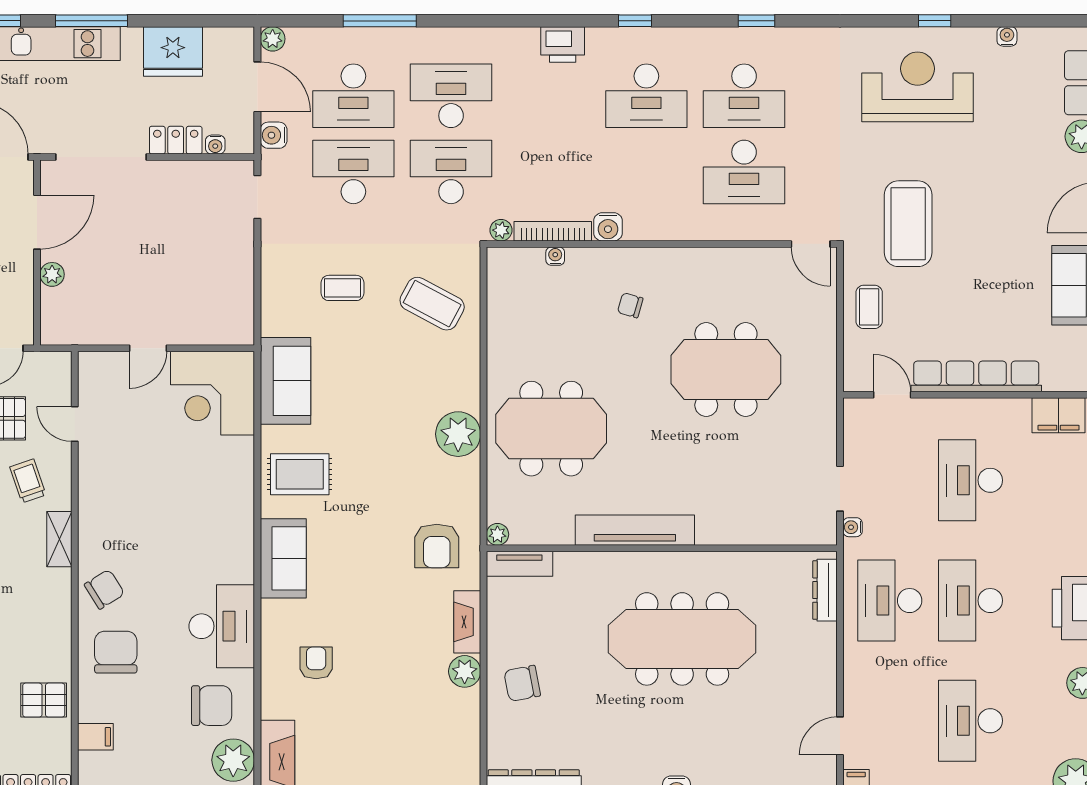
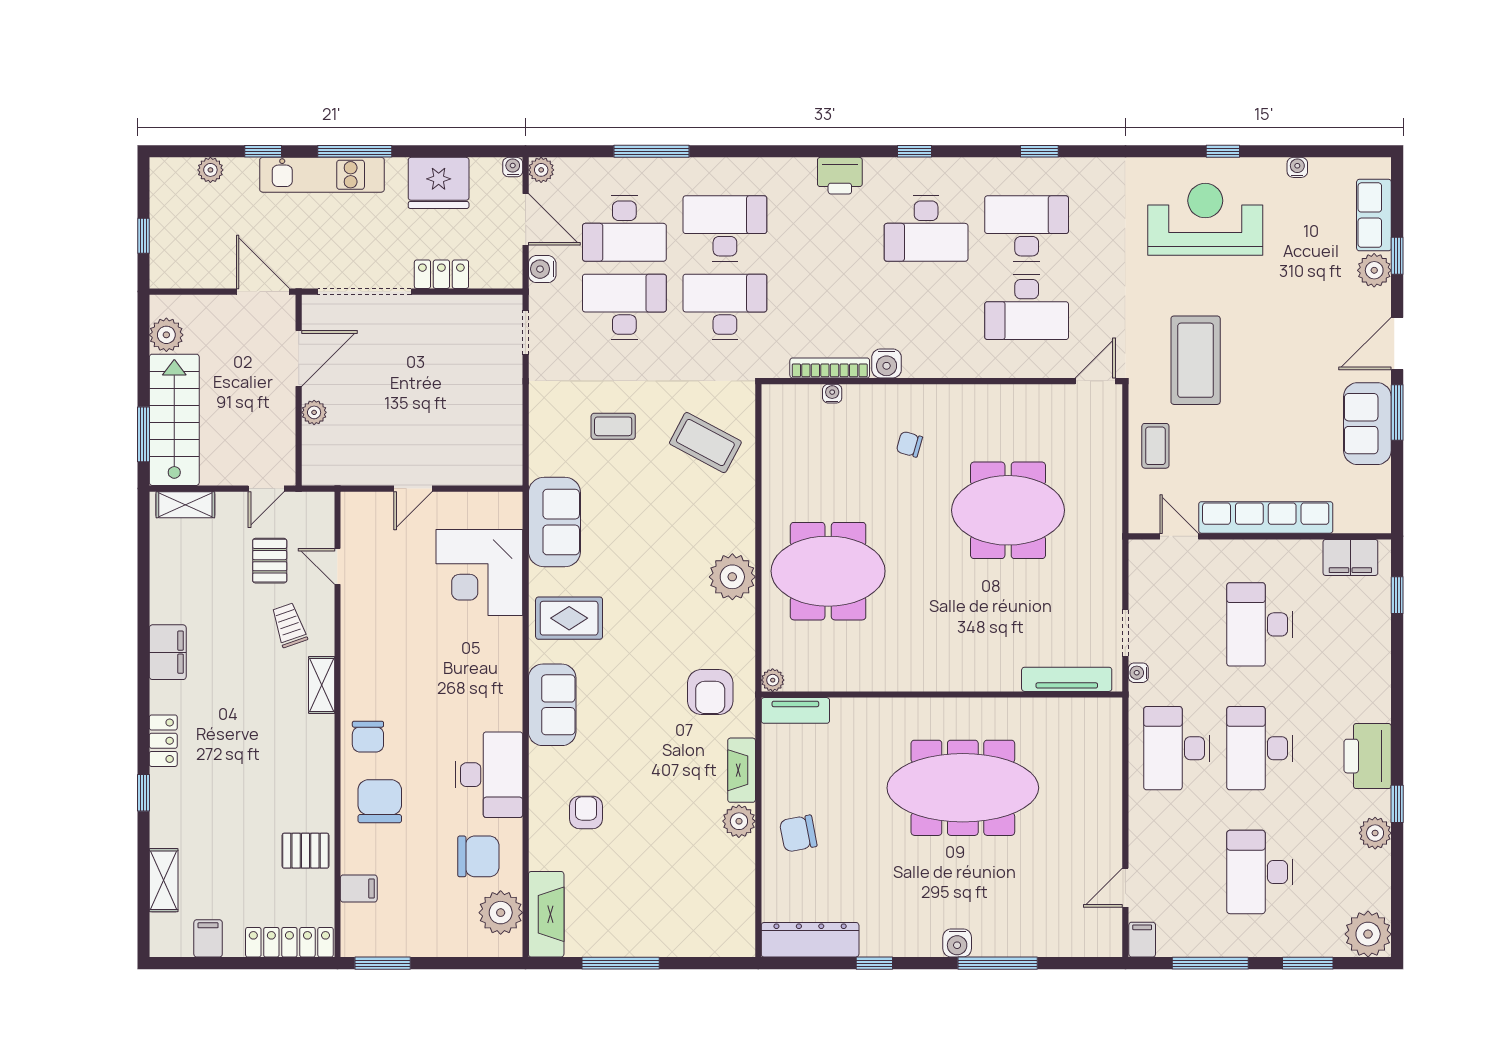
desk: (744, 96) -> (1027, 228), turned 180
water cooler: (215, 145) -> (513, 167), moved, turned 180
plant: (501, 230) -> (776, 367), removed
door: (811, 244) -> (1095, 381), swing flipped
corner desk: (213, 393) -> (479, 573), moved
tv unit: (635, 530) -> (1067, 679), moved, width x0.73, depth x0.78
chair: (104, 589) -> (368, 737), turned 122
dresser: (825, 590) -> (1110, 737), removed

